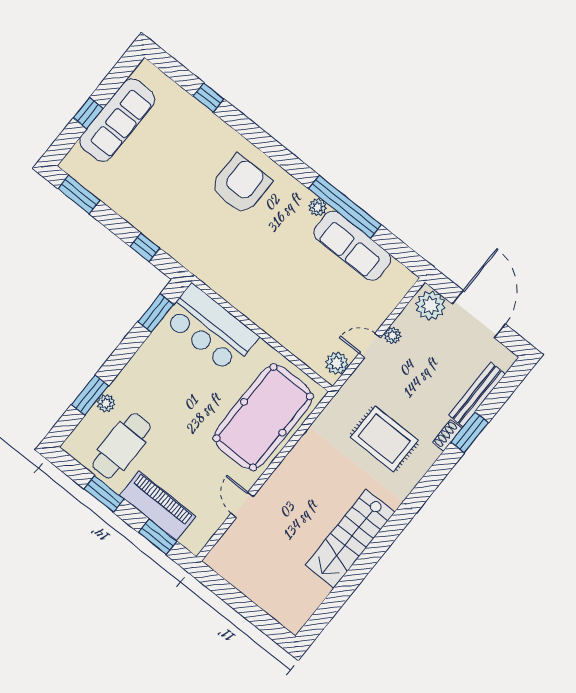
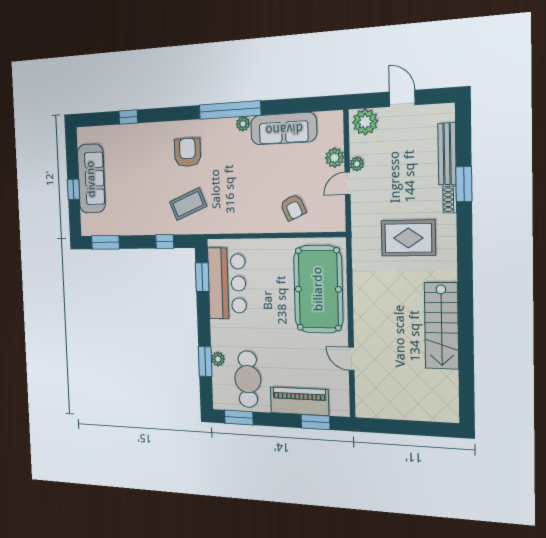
armchair: (241, 185) -> (187, 152), width x0.73, depth x0.73
window: (345, 207) -> (230, 110), moved
coffee table: (200, 233) -> (188, 204), added
door: (479, 314) -> (402, 98), width x0.53
armchair: (302, 324) -> (293, 207), added
bar counter: (211, 328) -> (227, 283), moved, turned -90
plant: (337, 363) -> (335, 158), moved
window: (104, 494) -> (239, 418), moved

